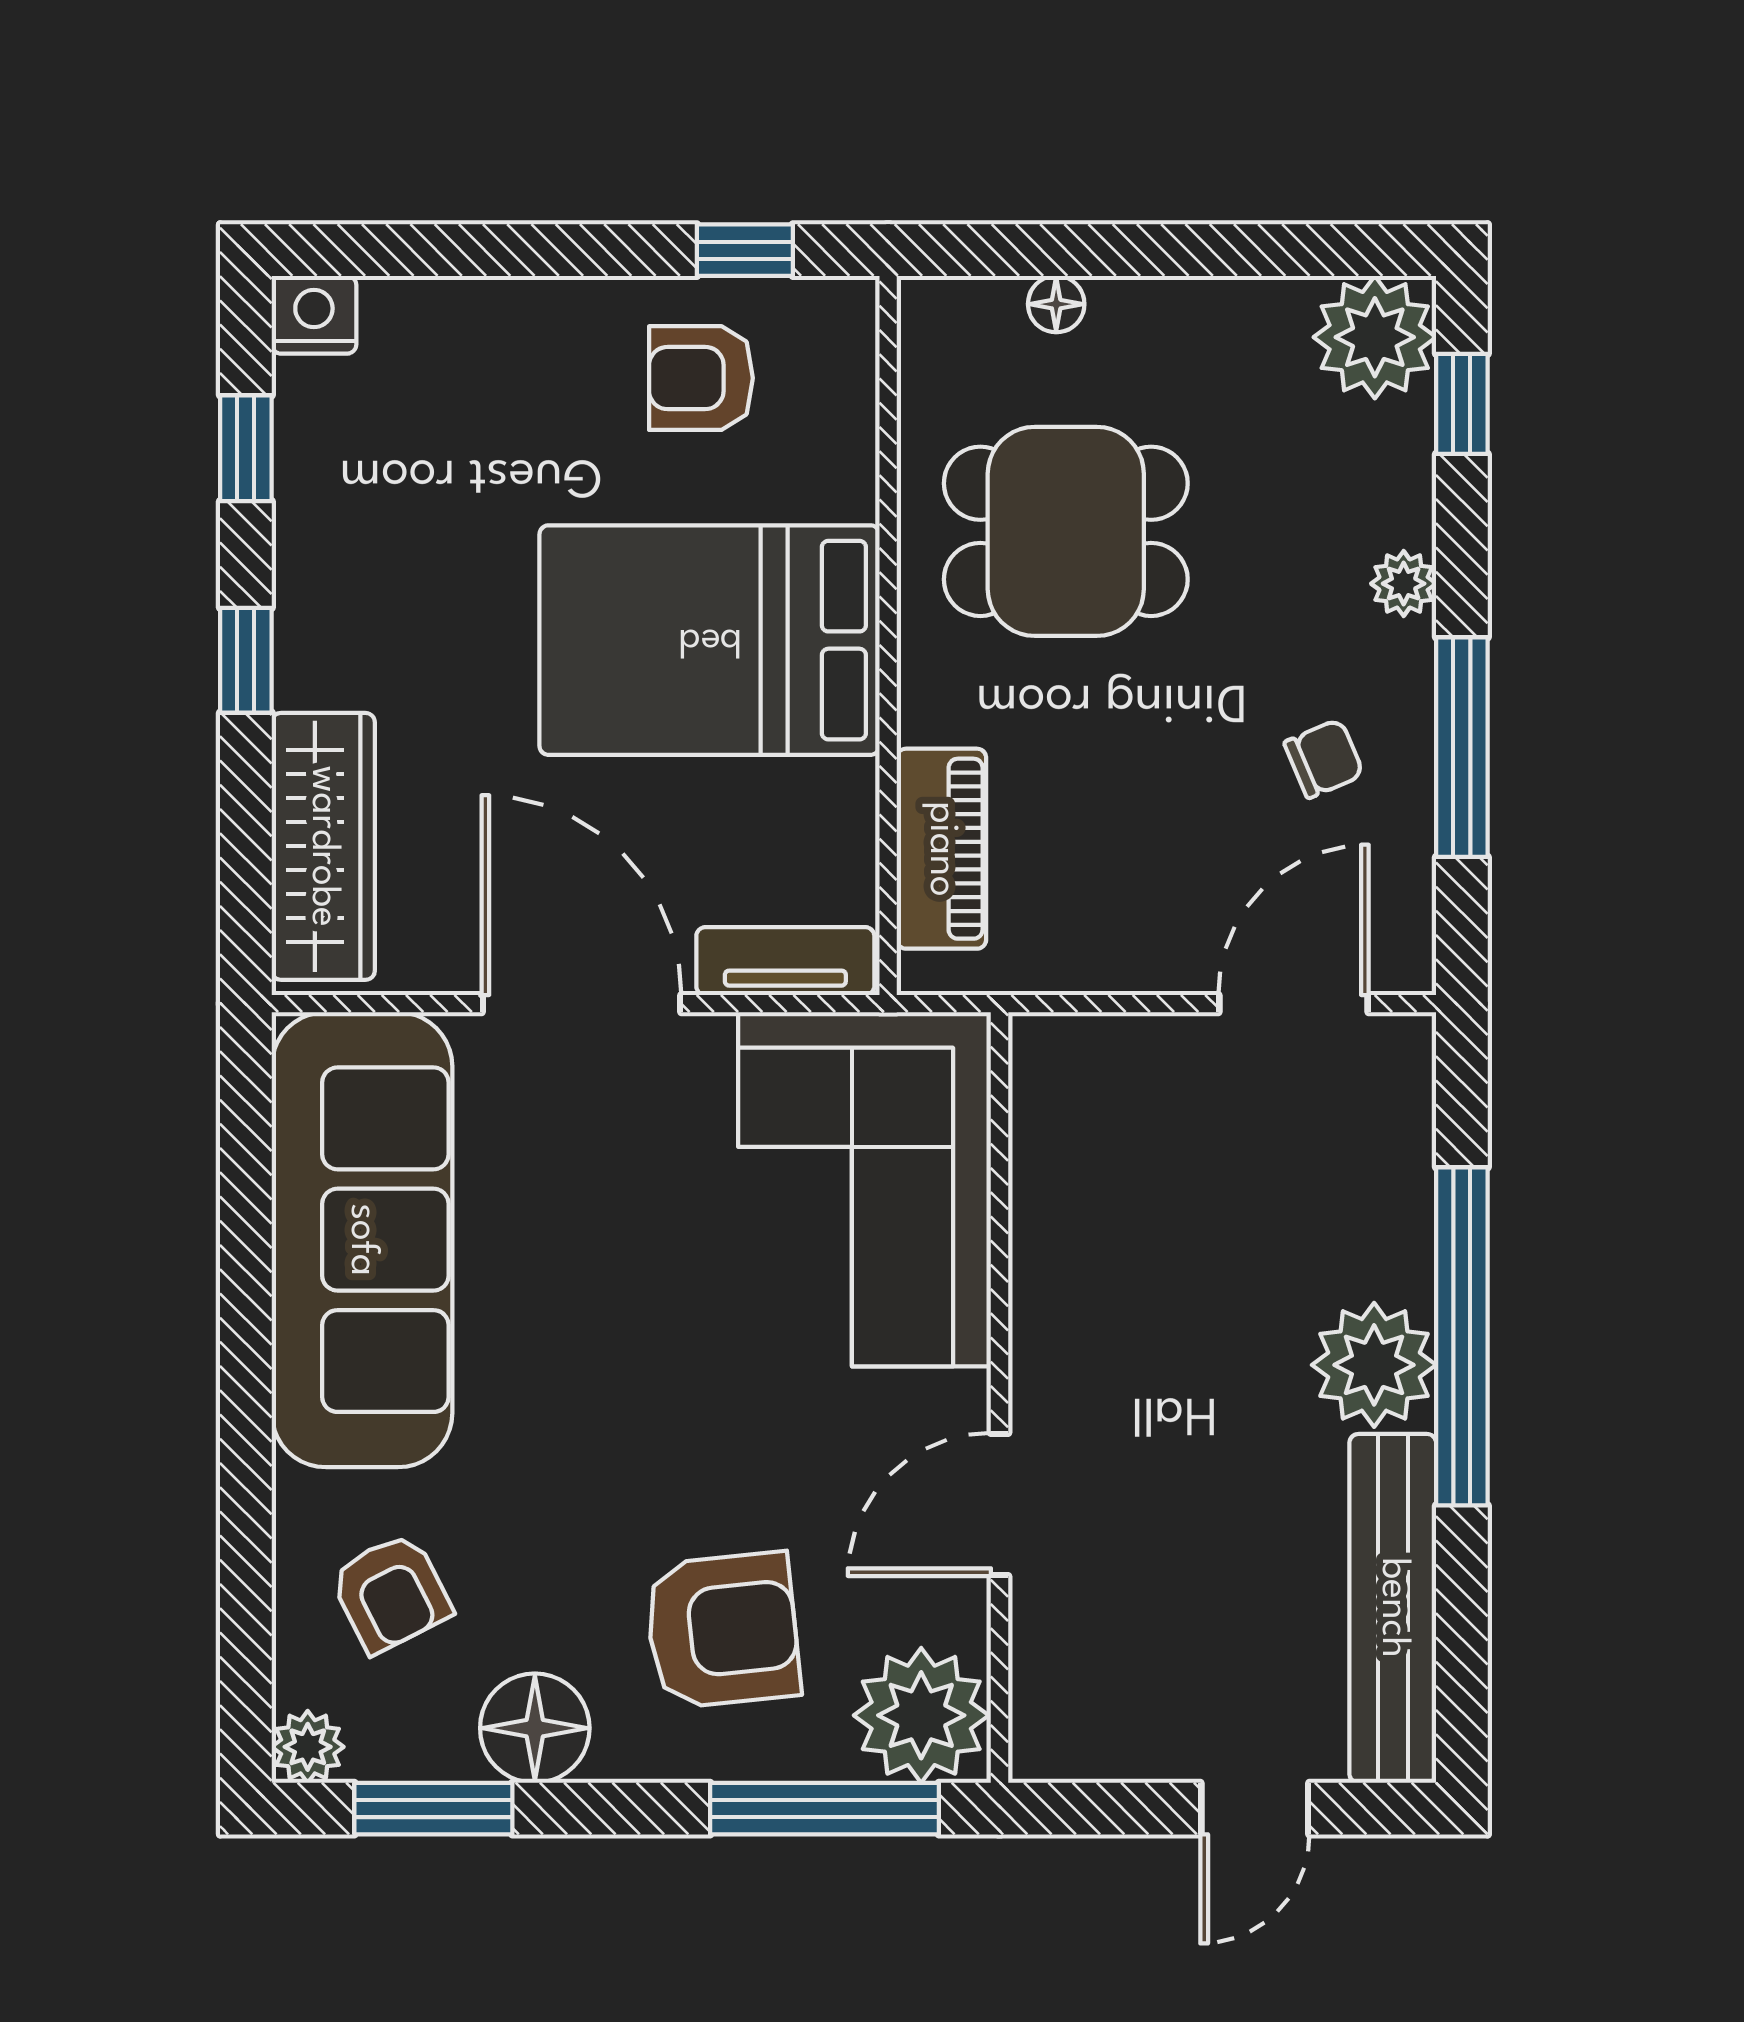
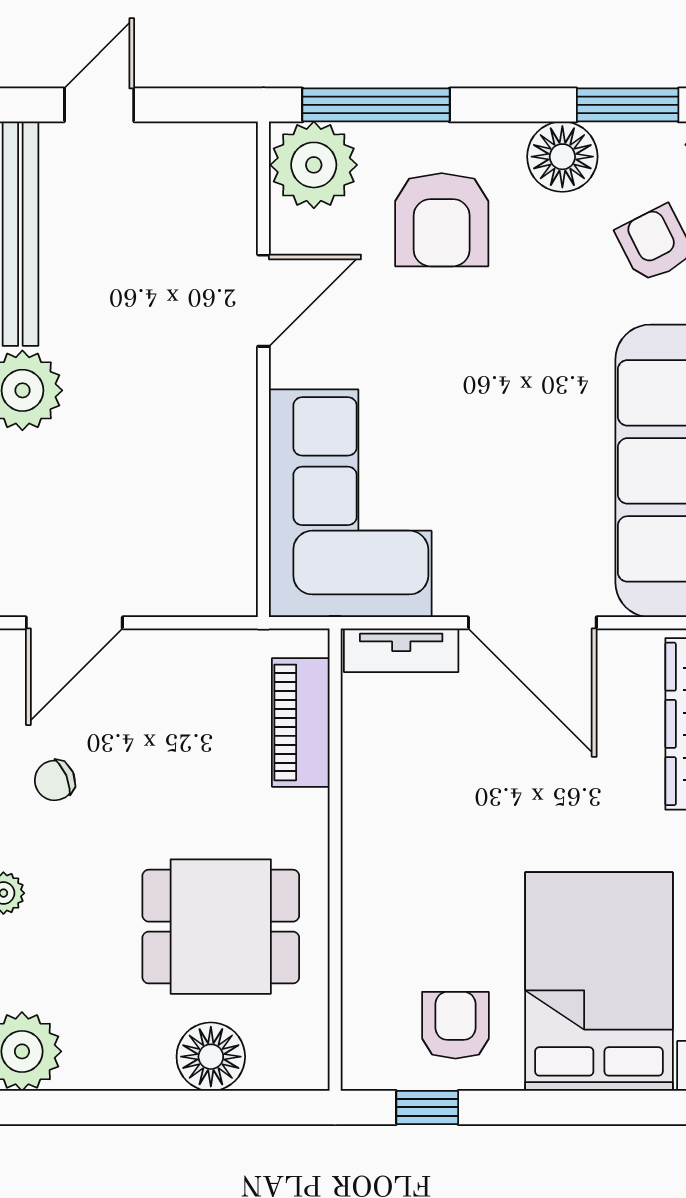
floor lamp: (1056, 304) -> (211, 1057), width x1.89, depth x1.89
armchair: (701, 378) -> (455, 1025), turned -90
bed: (710, 640) -> (599, 982), moved, turned -90
armchair: (722, 1630) -> (442, 220), turned -84

